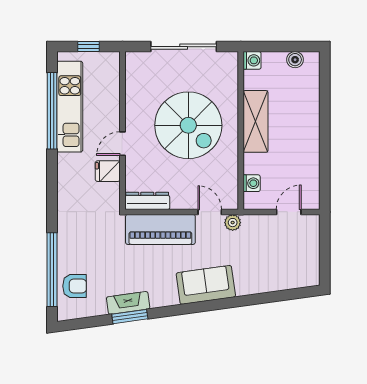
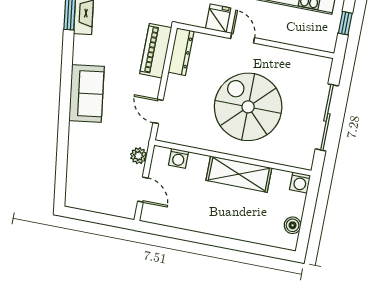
spiral stairs: (188, 125) -> (248, 107), turned 90
door: (210, 212) -> (158, 111), swing flipped
plant: (233, 223) -> (139, 156), moved
piano: (160, 229) -> (156, 51), width x0.73, depth x0.75

